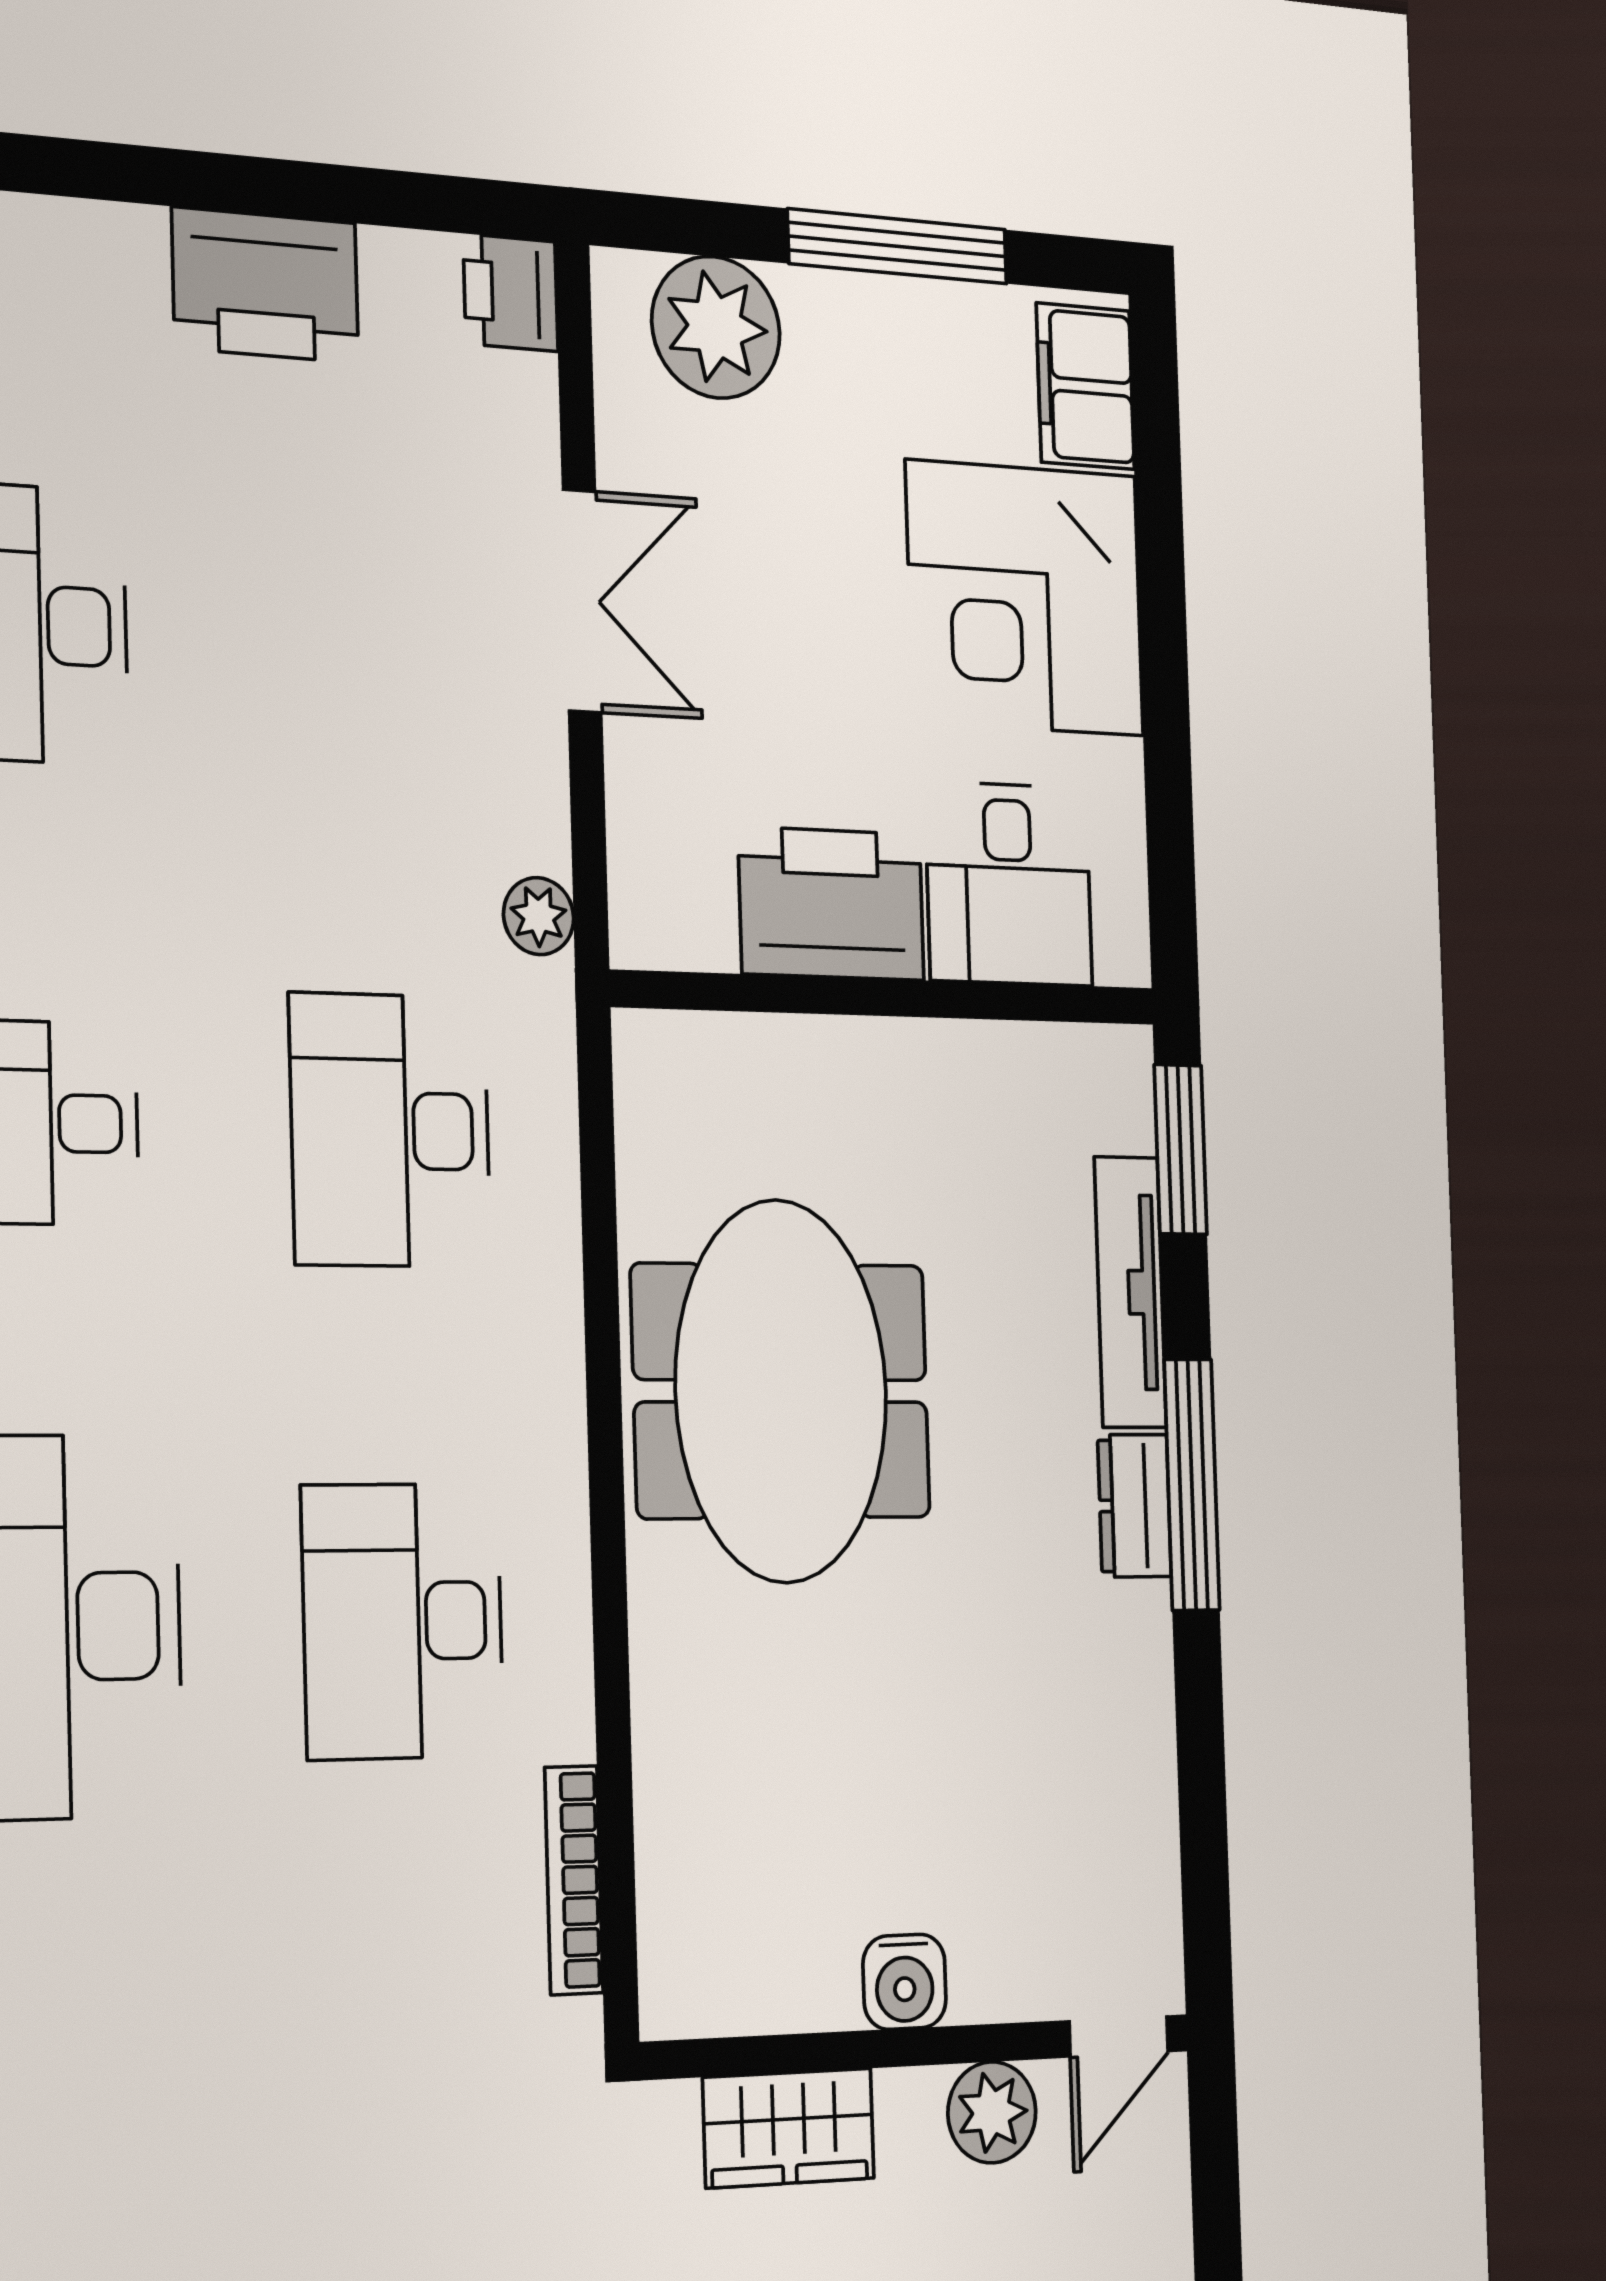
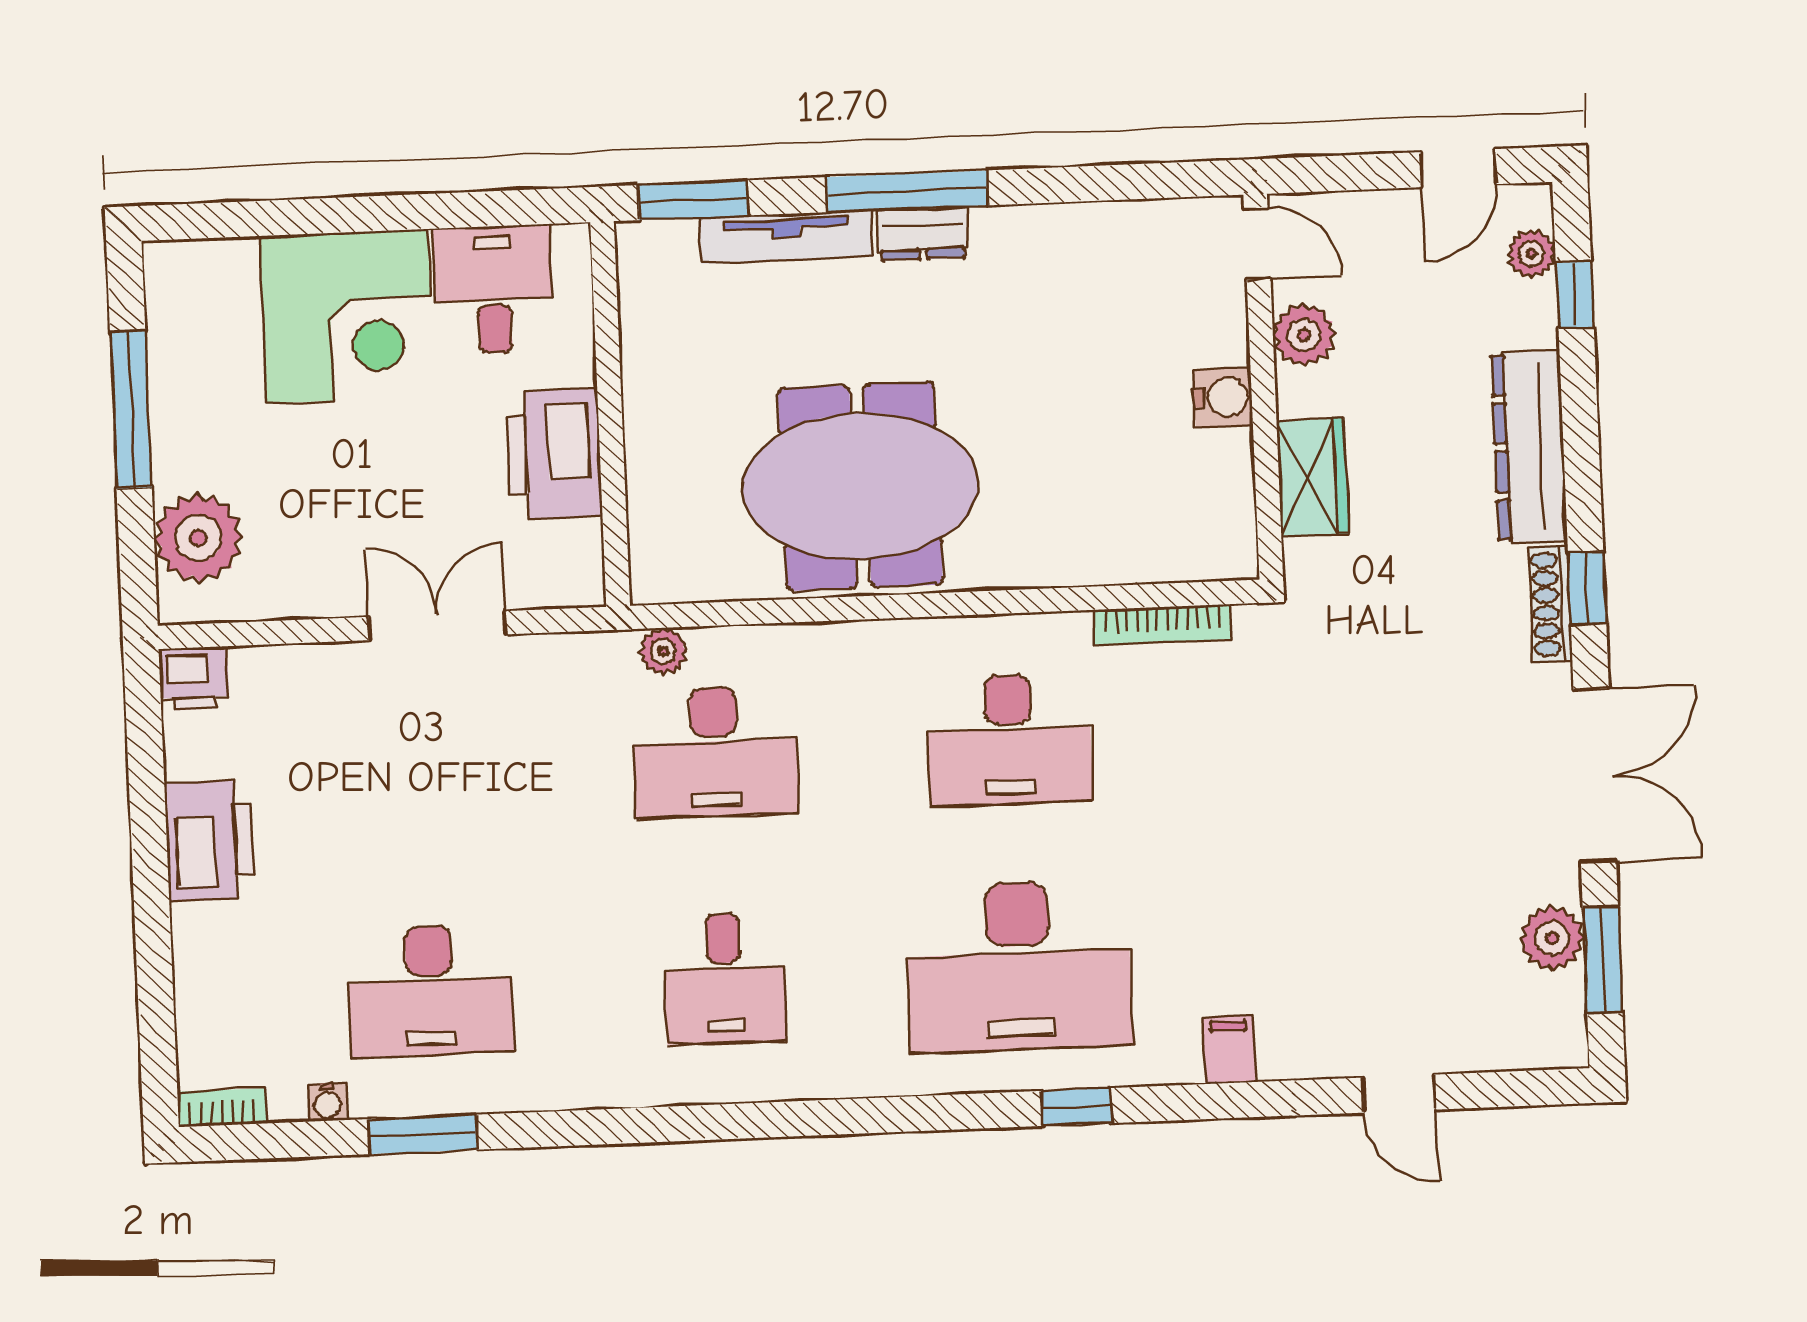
filing cabinet: (1085, 386) -> (205, 273), removed
double door: (582, 601) -> (437, 626), moved
desk: (1009, 884) -> (493, 290), moved, turned -90
plant: (539, 916) -> (663, 651), moved

